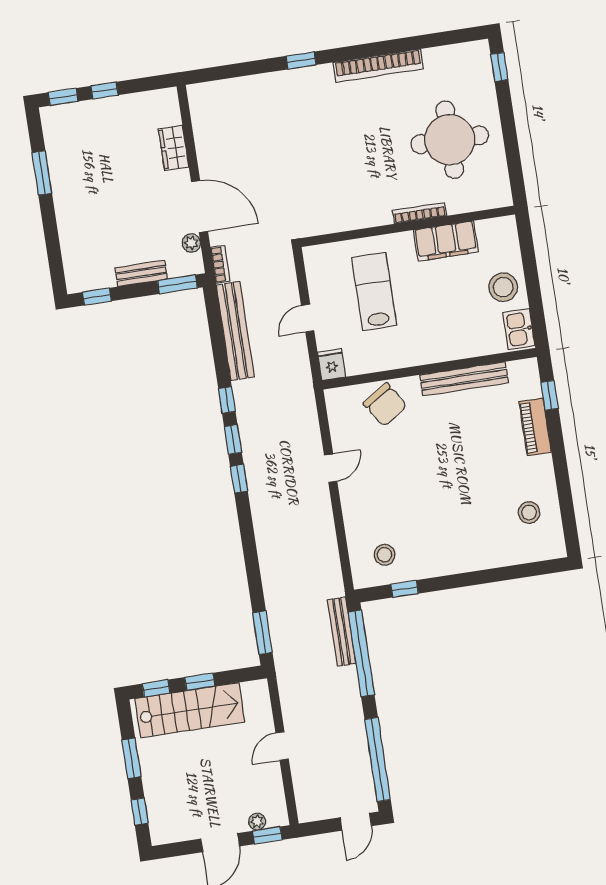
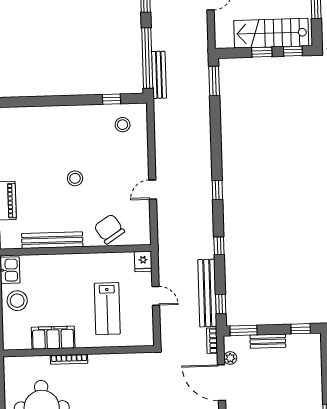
door: (308, 318) -> (156, 296), hinge flipped
window: (233, 439) -> (221, 304), moved
stool: (529, 513) -> (75, 178), moved

